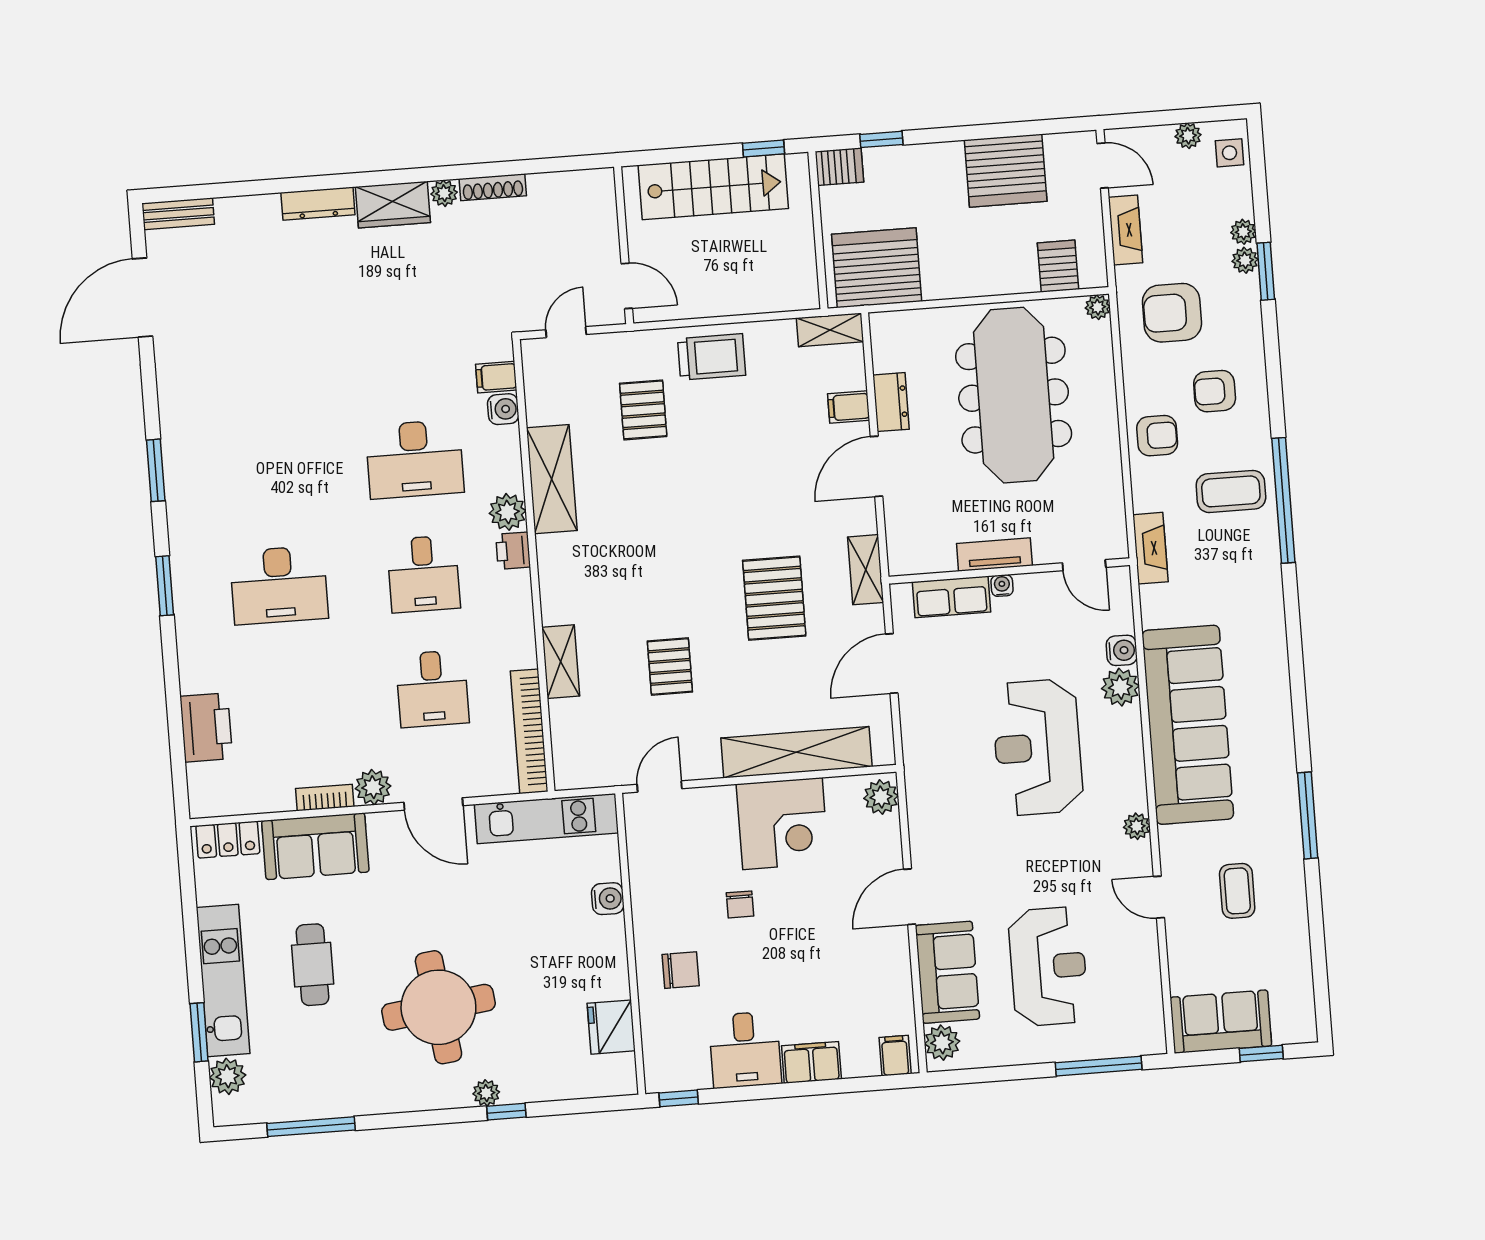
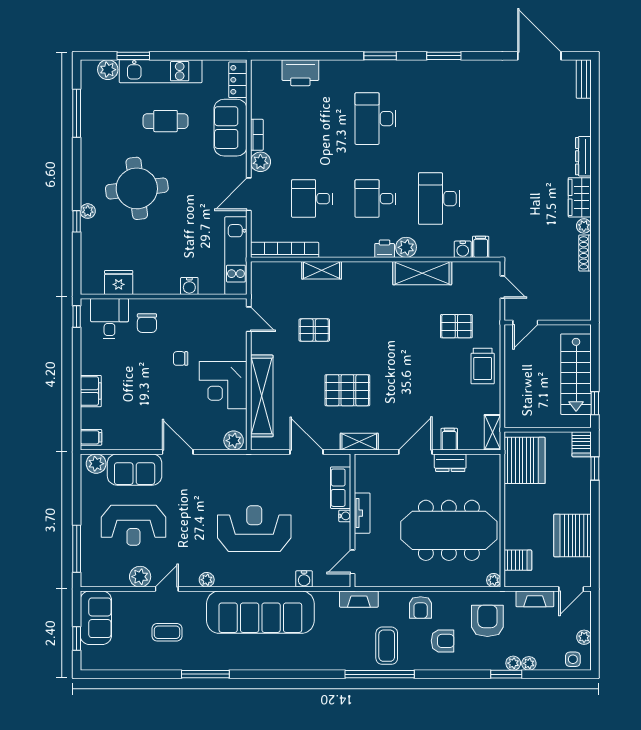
armchair: (1215, 391) -> (443, 641), turned 90
door: (876, 466) -> (415, 452), hinge flipped
plant: (1120, 687) -> (140, 577), moved
desk: (745, 1050) -> (109, 319), moved, turned 90

